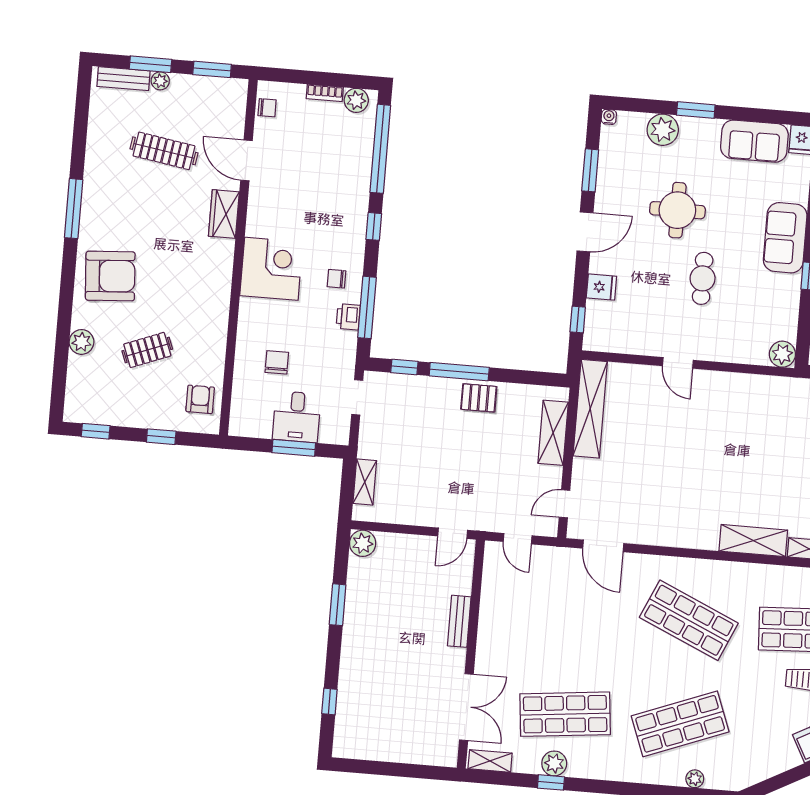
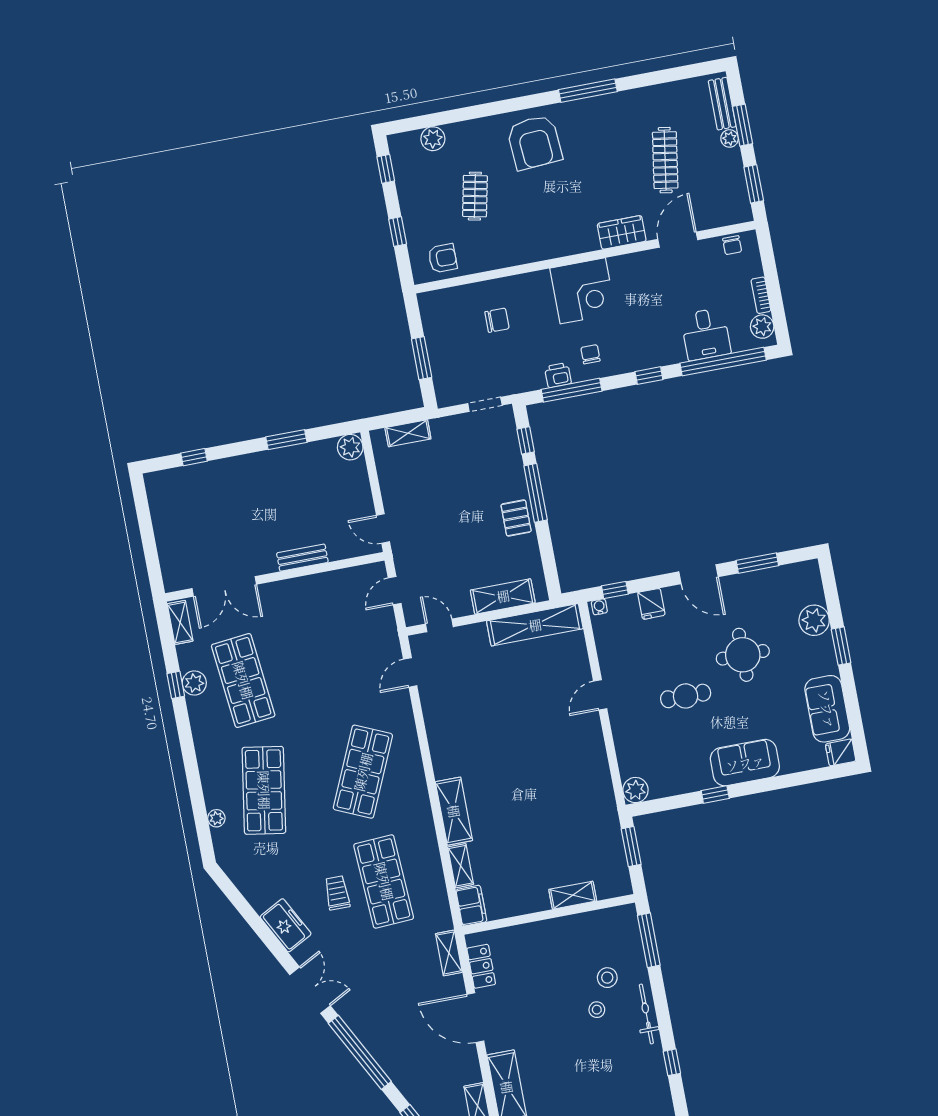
water cooler: (609, 117) -> (599, 607), moved, turned -90
plant: (82, 342) -> (433, 139), moved
clothes rail: (147, 350) -> (475, 196), turned 33
desk: (297, 417) -> (706, 334), moved, turned -90
door: (603, 546) -> (410, 672), width x0.73
shop shelf: (680, 724) -> (264, 790), turned 30

